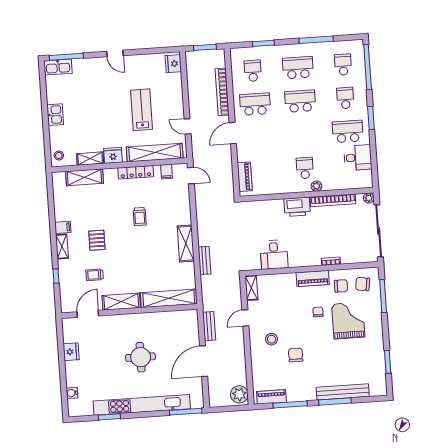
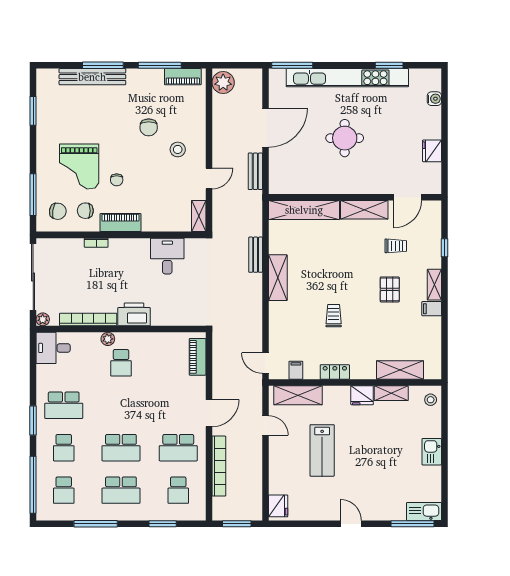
shelving: (155, 153) -> (298, 395), width x0.68
desk: (358, 158) -> (53, 348), moved
locker: (136, 172) -> (335, 372), width x0.66

